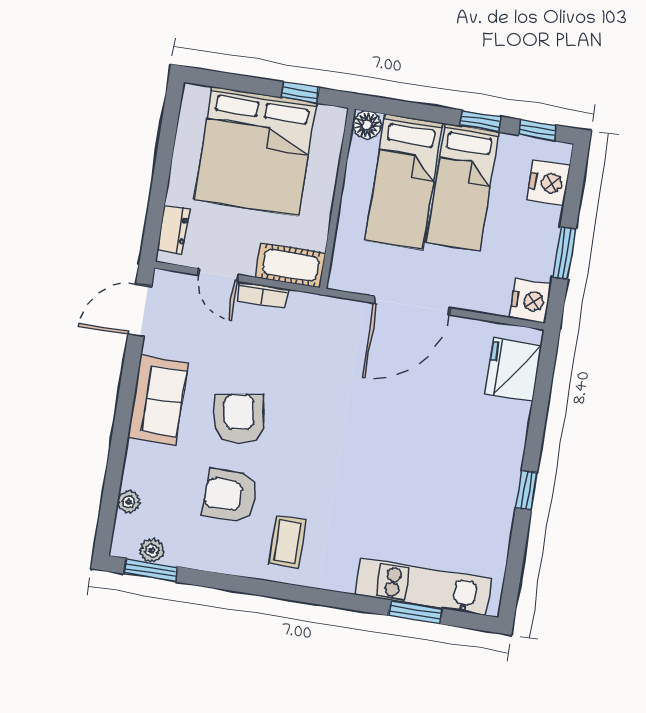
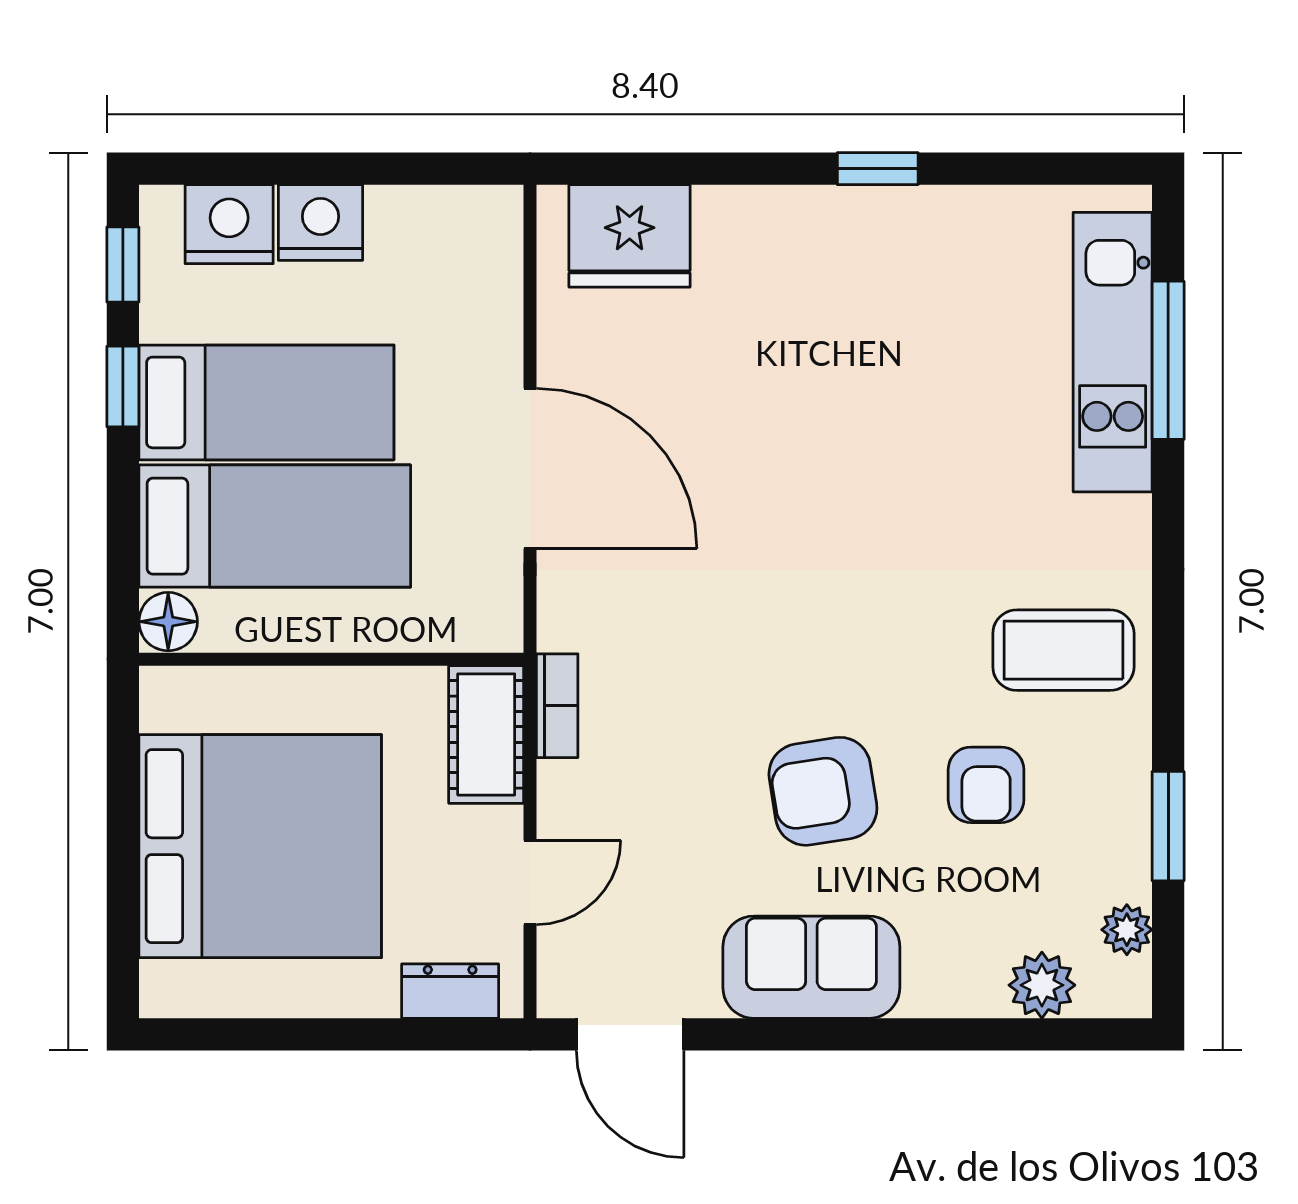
window: (300, 92) -> (123, 772), removed
window: (564, 253) -> (370, 169), removed
bookcase: (262, 295) -> (557, 706), moved
nightstand: (531, 301) -> (320, 223), moved
armchair: (230, 495) -> (986, 785), width x0.72, depth x0.72
plant: (129, 502) -> (1042, 985), width x1.38, depth x1.38
coffee table: (287, 542) -> (1063, 650), width x1.36, depth x1.30
window: (151, 570) -> (1168, 826), moved
window: (415, 612) -> (1168, 360), width x1.44

